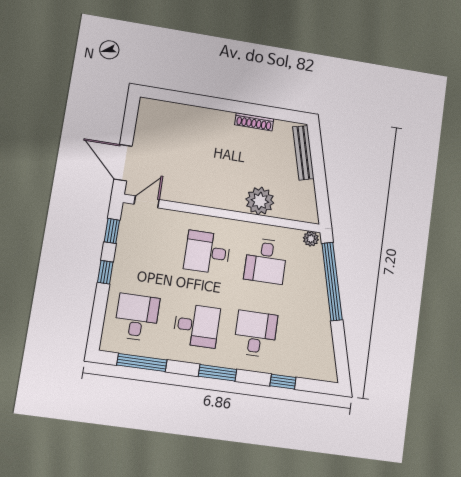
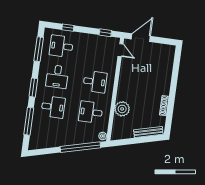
desk: (207, 252) -> (95, 82), turned 90
window: (105, 272) -> (68, 28), moved
desk: (137, 317) -> (61, 46), turned 180
window: (283, 382) -> (29, 121), width x2.17

